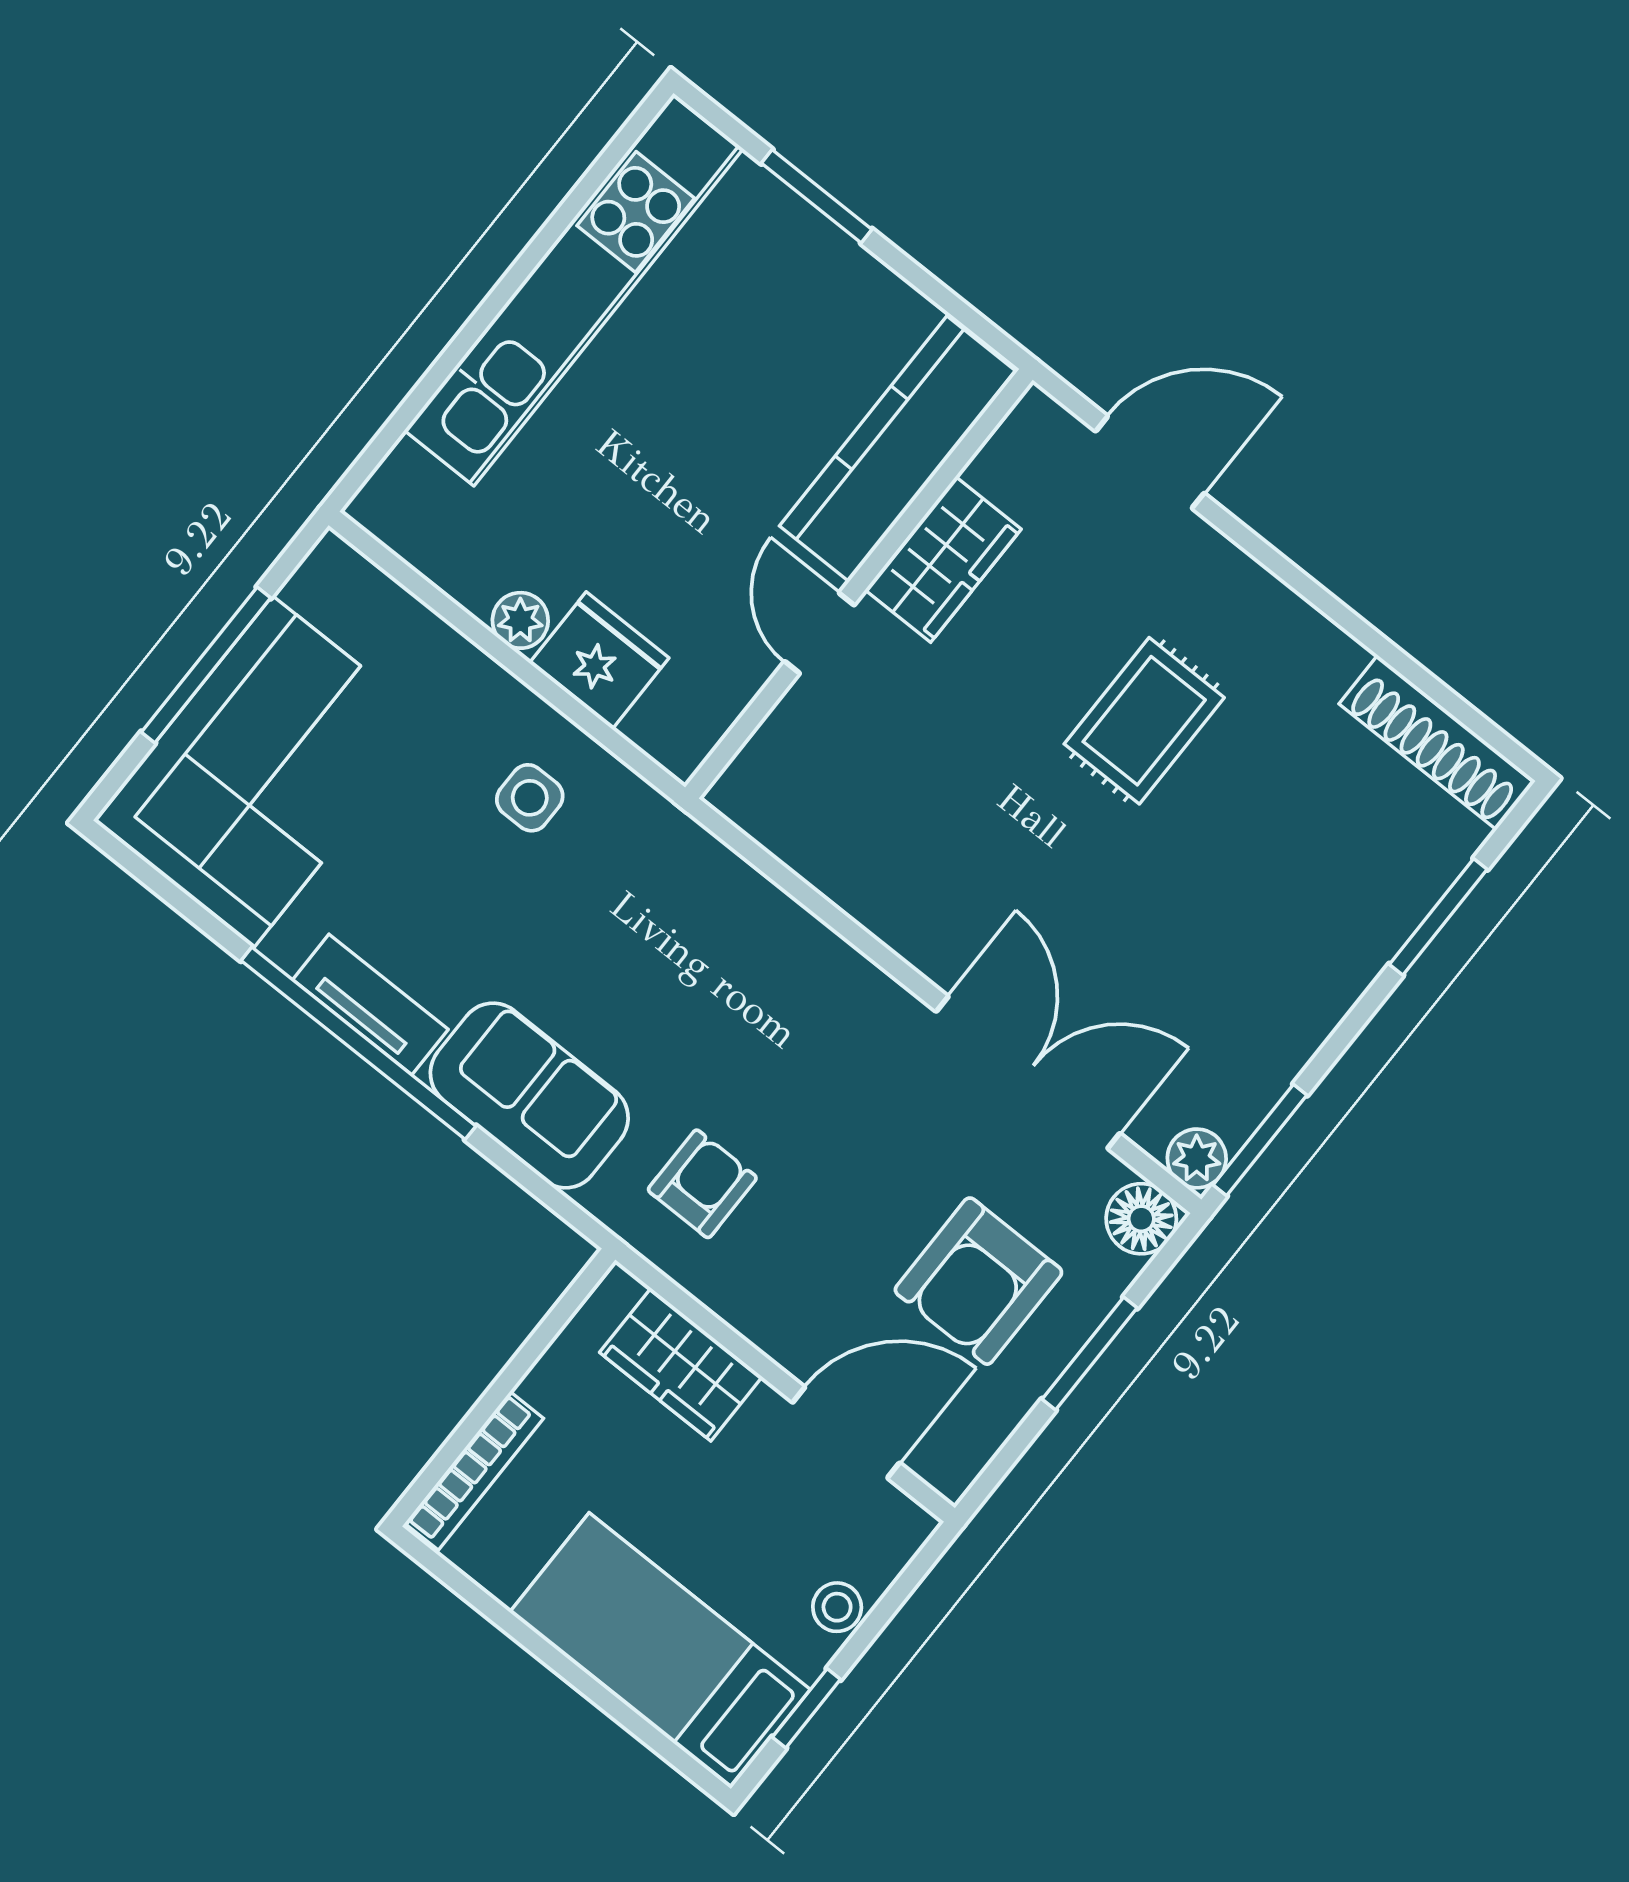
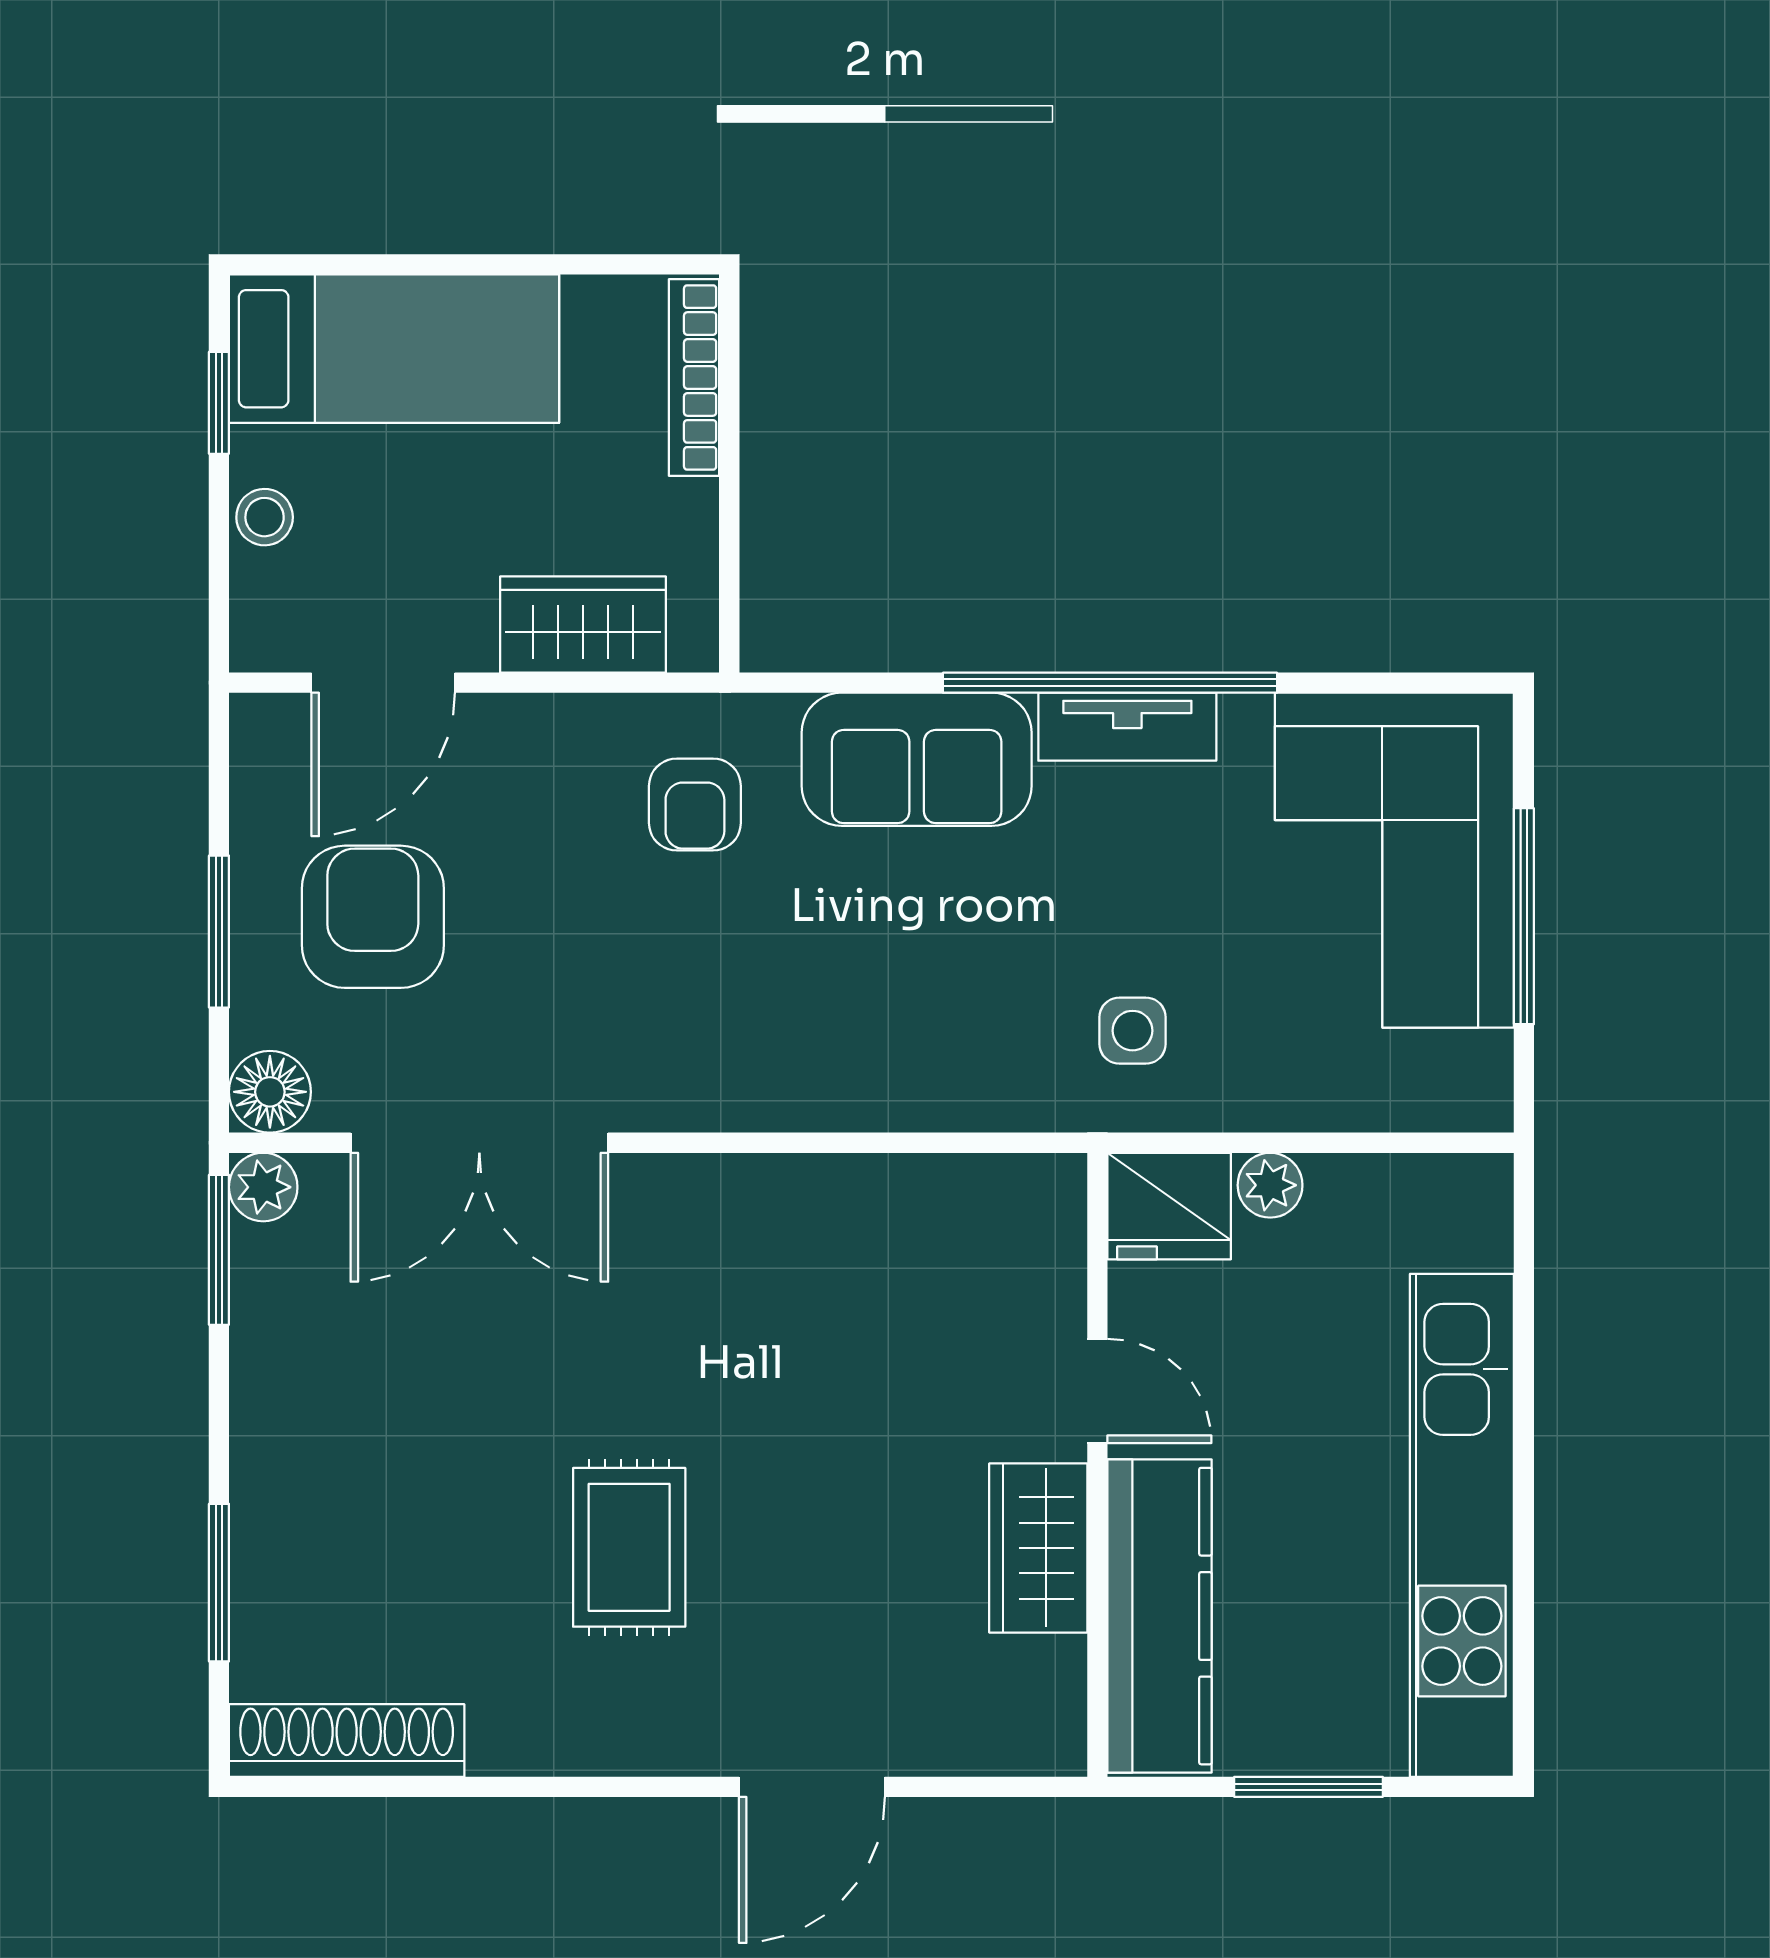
kitchen counter: (898, 449) -> (1160, 1616), moved
wardrobe: (943, 559) -> (1038, 1548), moved
wall: (859, 584) -> (1097, 1465), moved
door: (819, 633) -> (1097, 1391), moved

